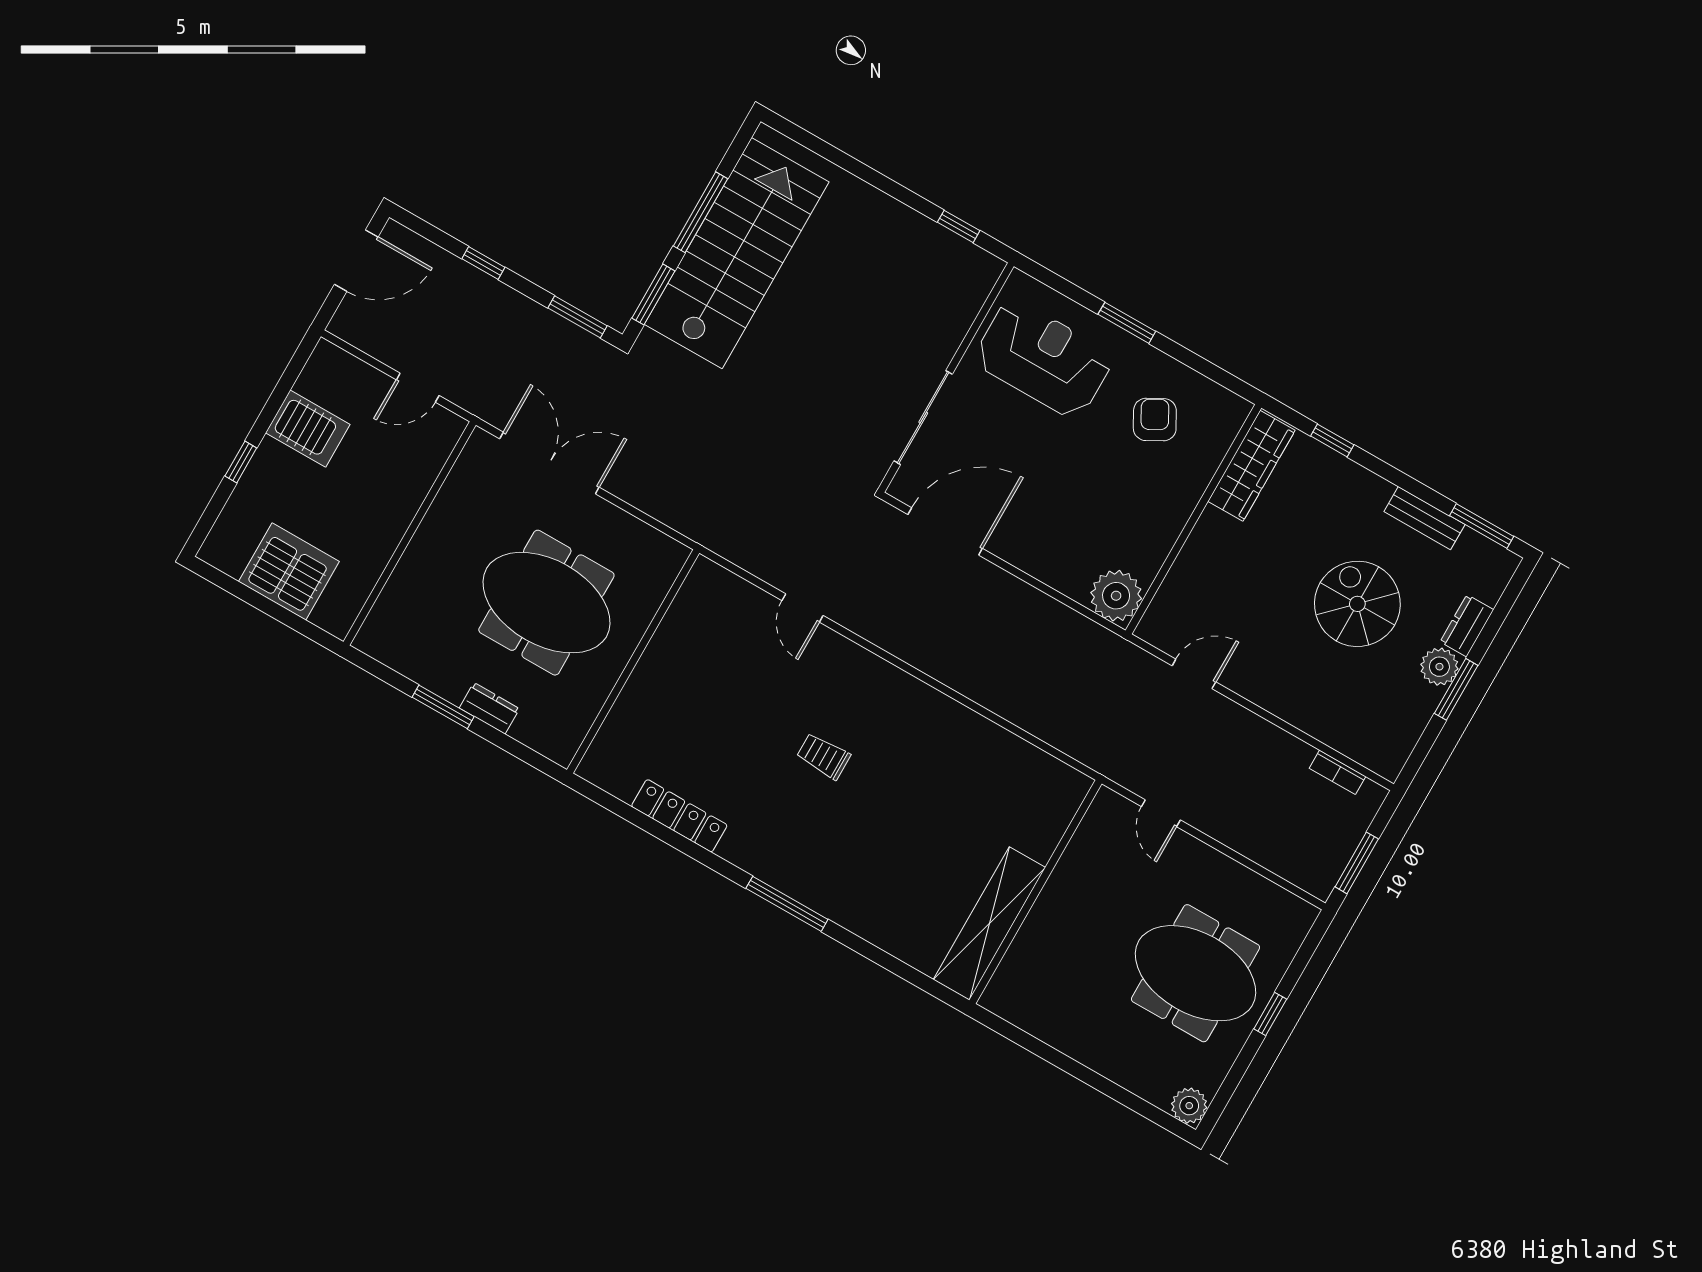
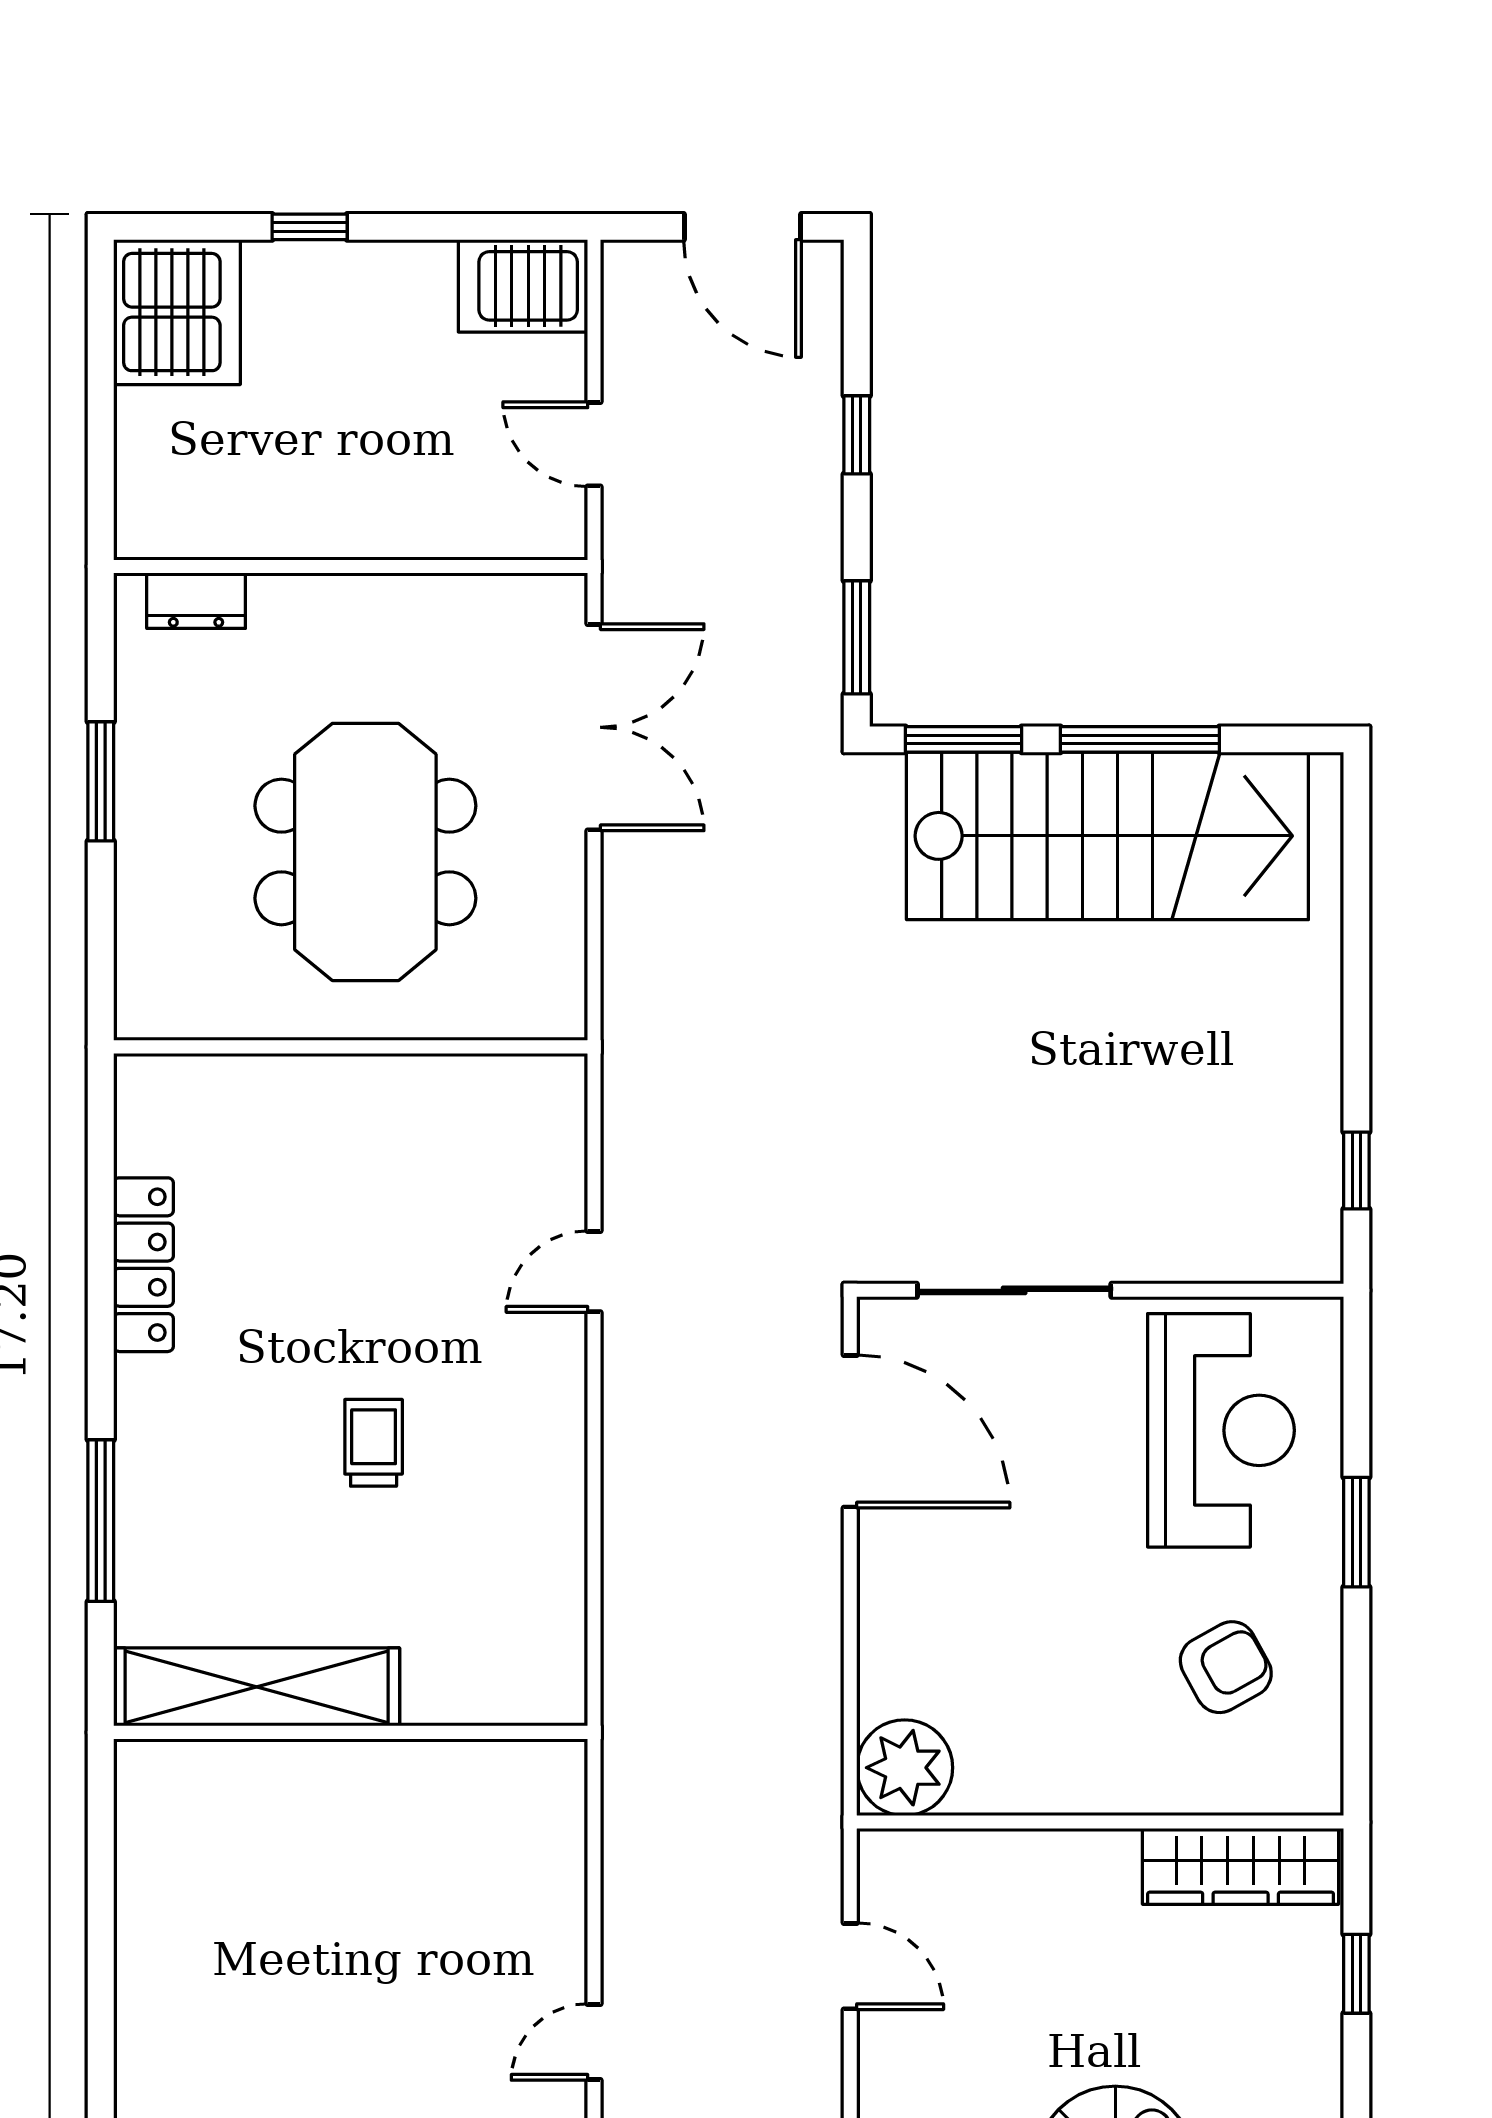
server rack: (308, 429) -> (523, 286), moved, turned 90
server rack: (289, 571) -> (177, 312), moved
dresser: (489, 708) -> (196, 601), moved, turned 90
wall: (1035, 892) -> (351, 1732), moved
shelving: (989, 923) -> (257, 1687), moved

